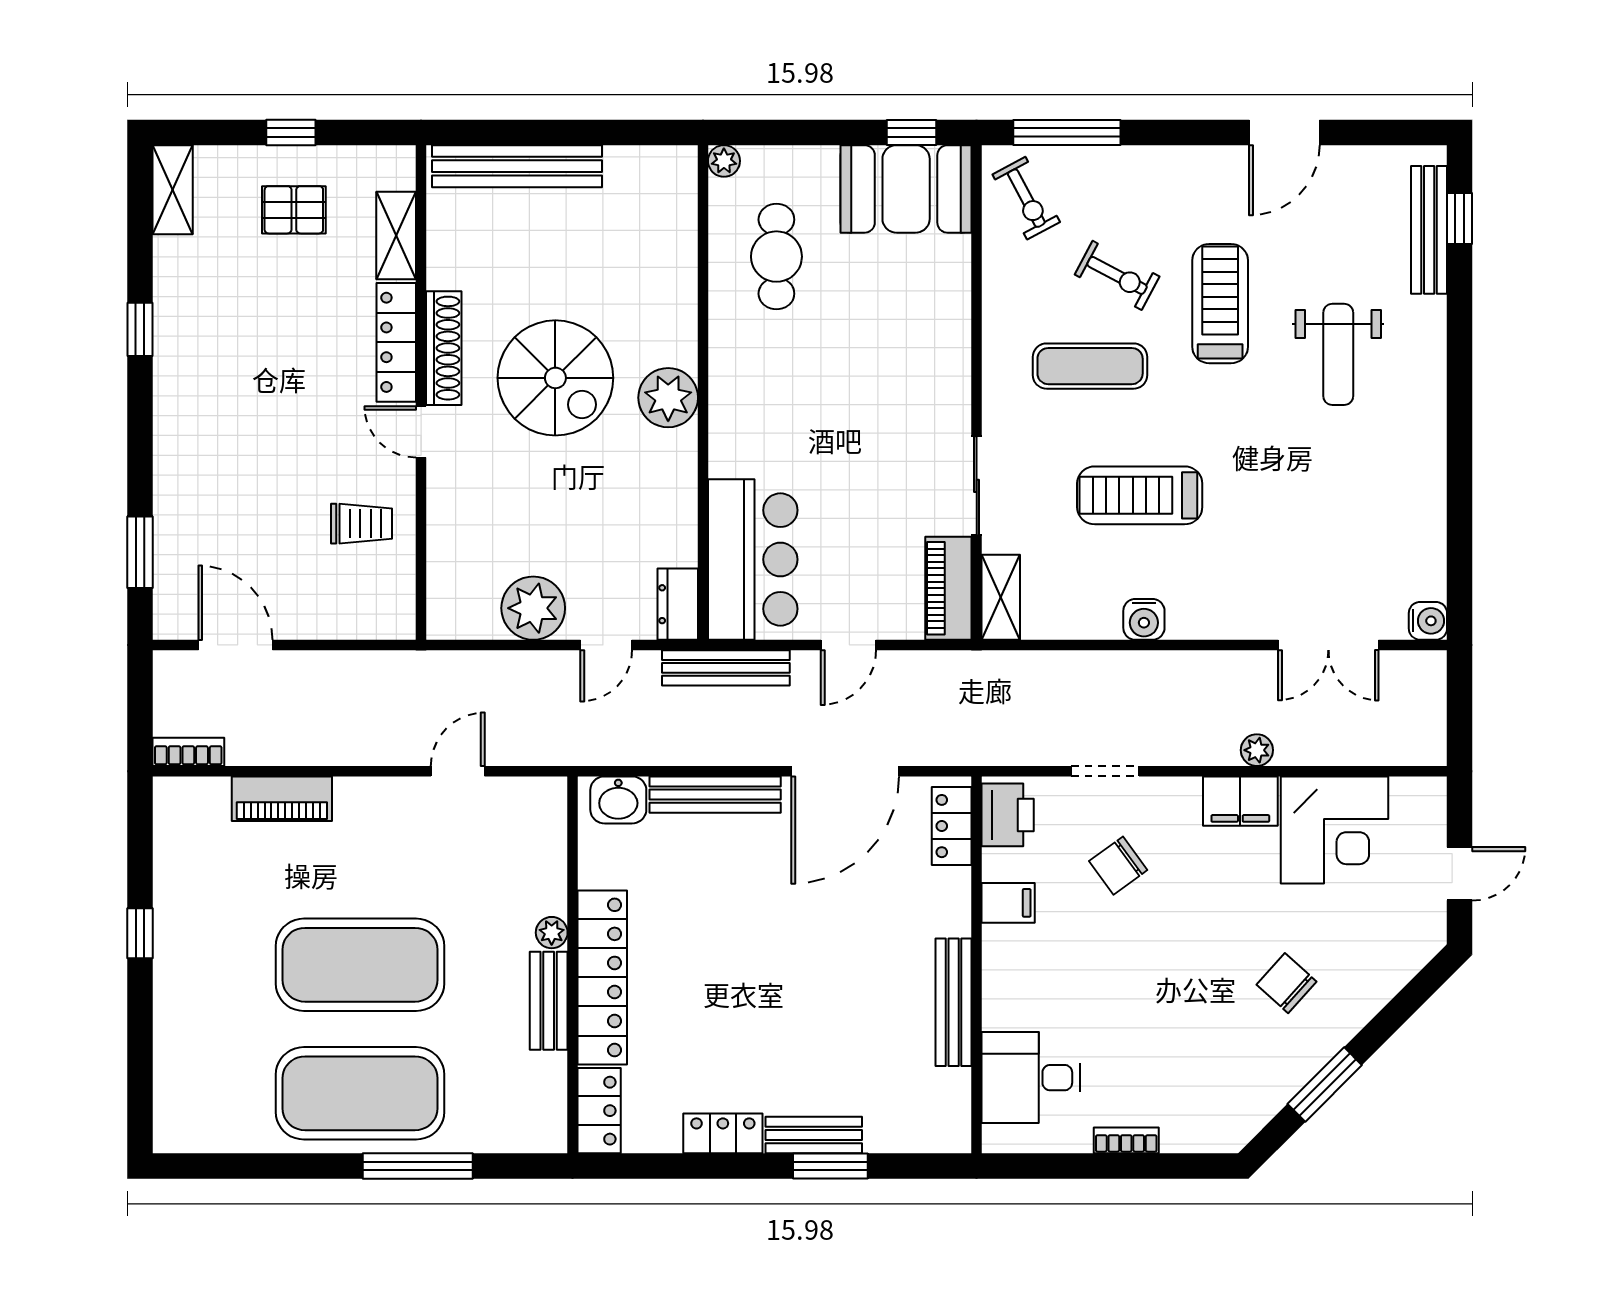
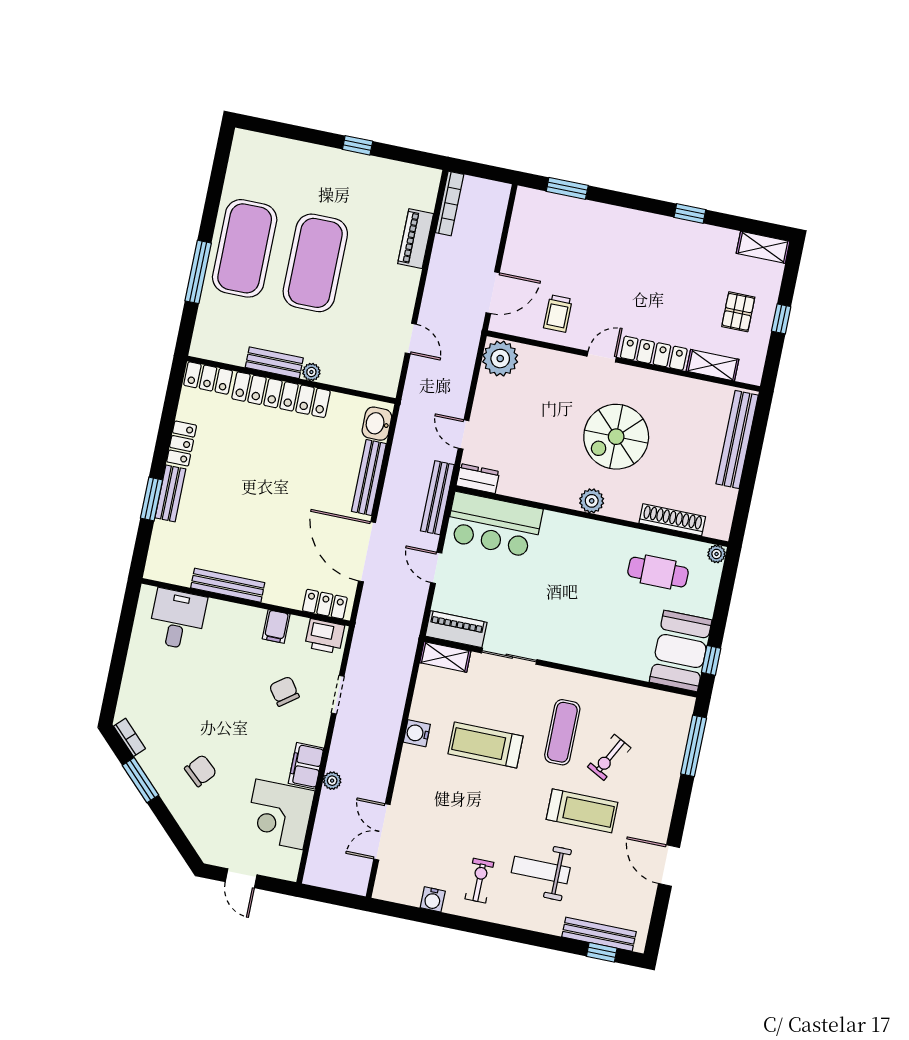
exercise bike: (1026, 198) -> (479, 881), moved, turned 118
shoe rack: (444, 348) -> (672, 520), moved, turned 180
plant: (668, 398) -> (592, 501), width x0.73, depth x0.73
treadmill: (1140, 495) -> (486, 745), turned -90
plant: (533, 608) -> (500, 359), moved
water cooler: (1428, 621) -> (433, 899), moved
door: (235, 645) -> (493, 293), moved
bookcase: (188, 752) -> (450, 203), width x1.56
bookcase: (1126, 1140) -> (129, 737), moved, turned -45

